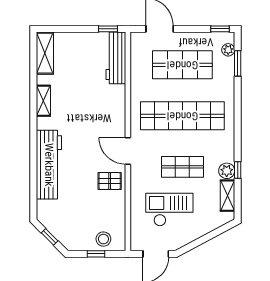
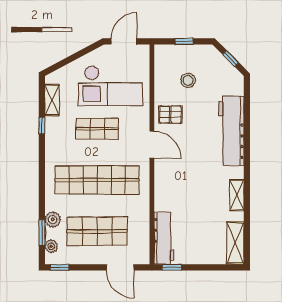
plant: (227, 171) -> (53, 220), moved
checkout: (169, 210) -> (110, 86), width x1.36, depth x1.21
stool: (103, 239) -> (188, 80), moved

